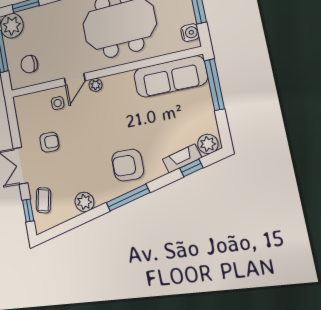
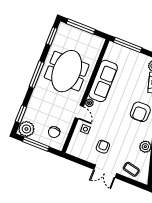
water cooler: (190, 33) -> (95, 40), removed
sofa: (170, 77) -> (103, 81), moved
window: (28, 211) -> (132, 182), removed

